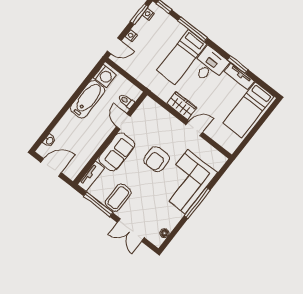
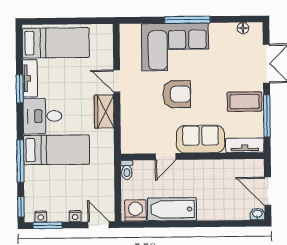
toilet: (126, 101) -> (127, 170), moved
washbasin: (49, 141) -> (257, 214), moved

